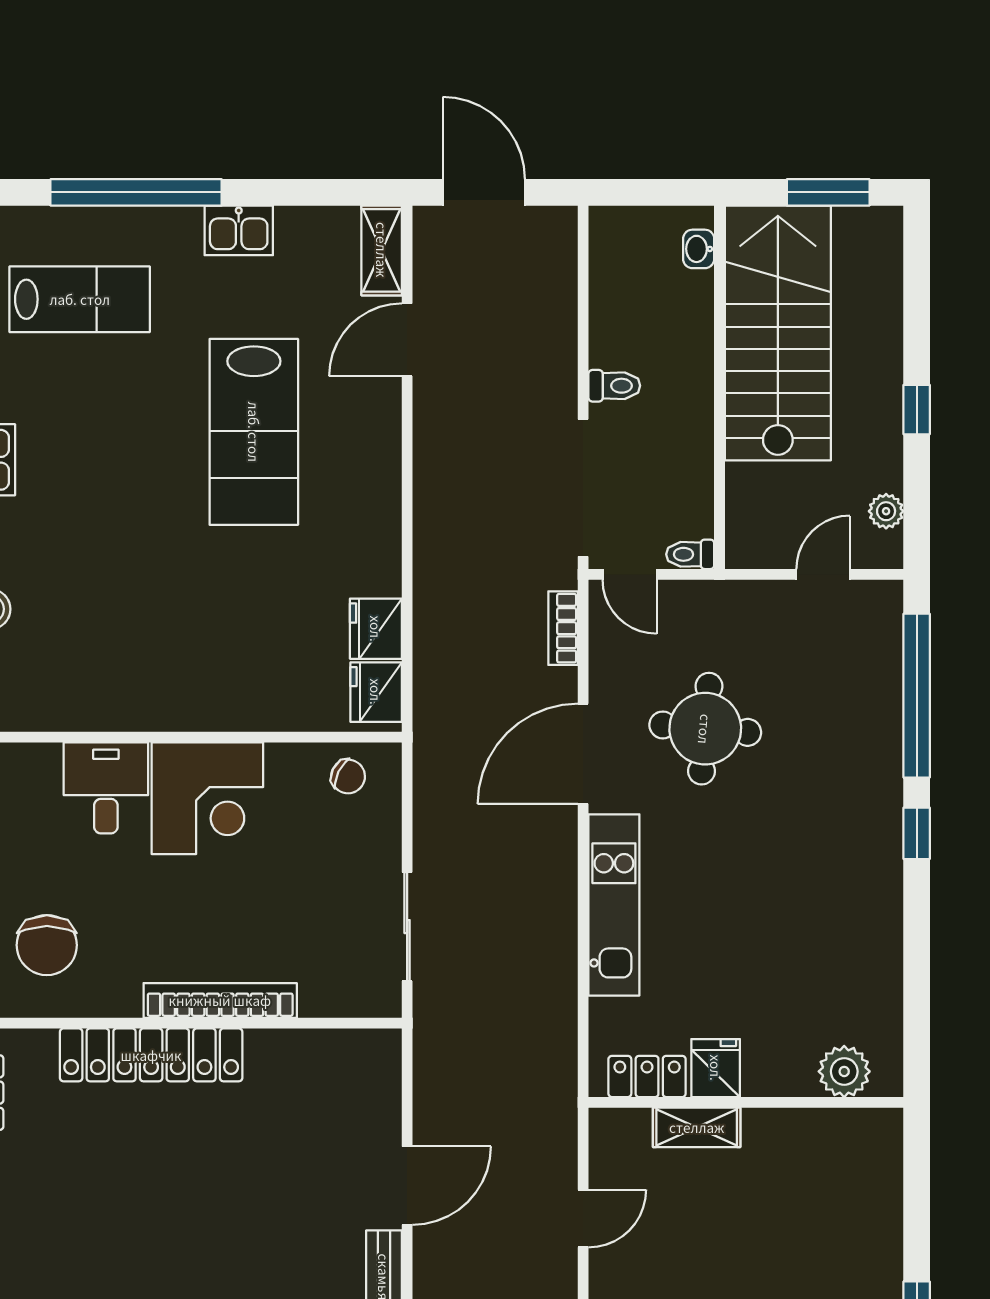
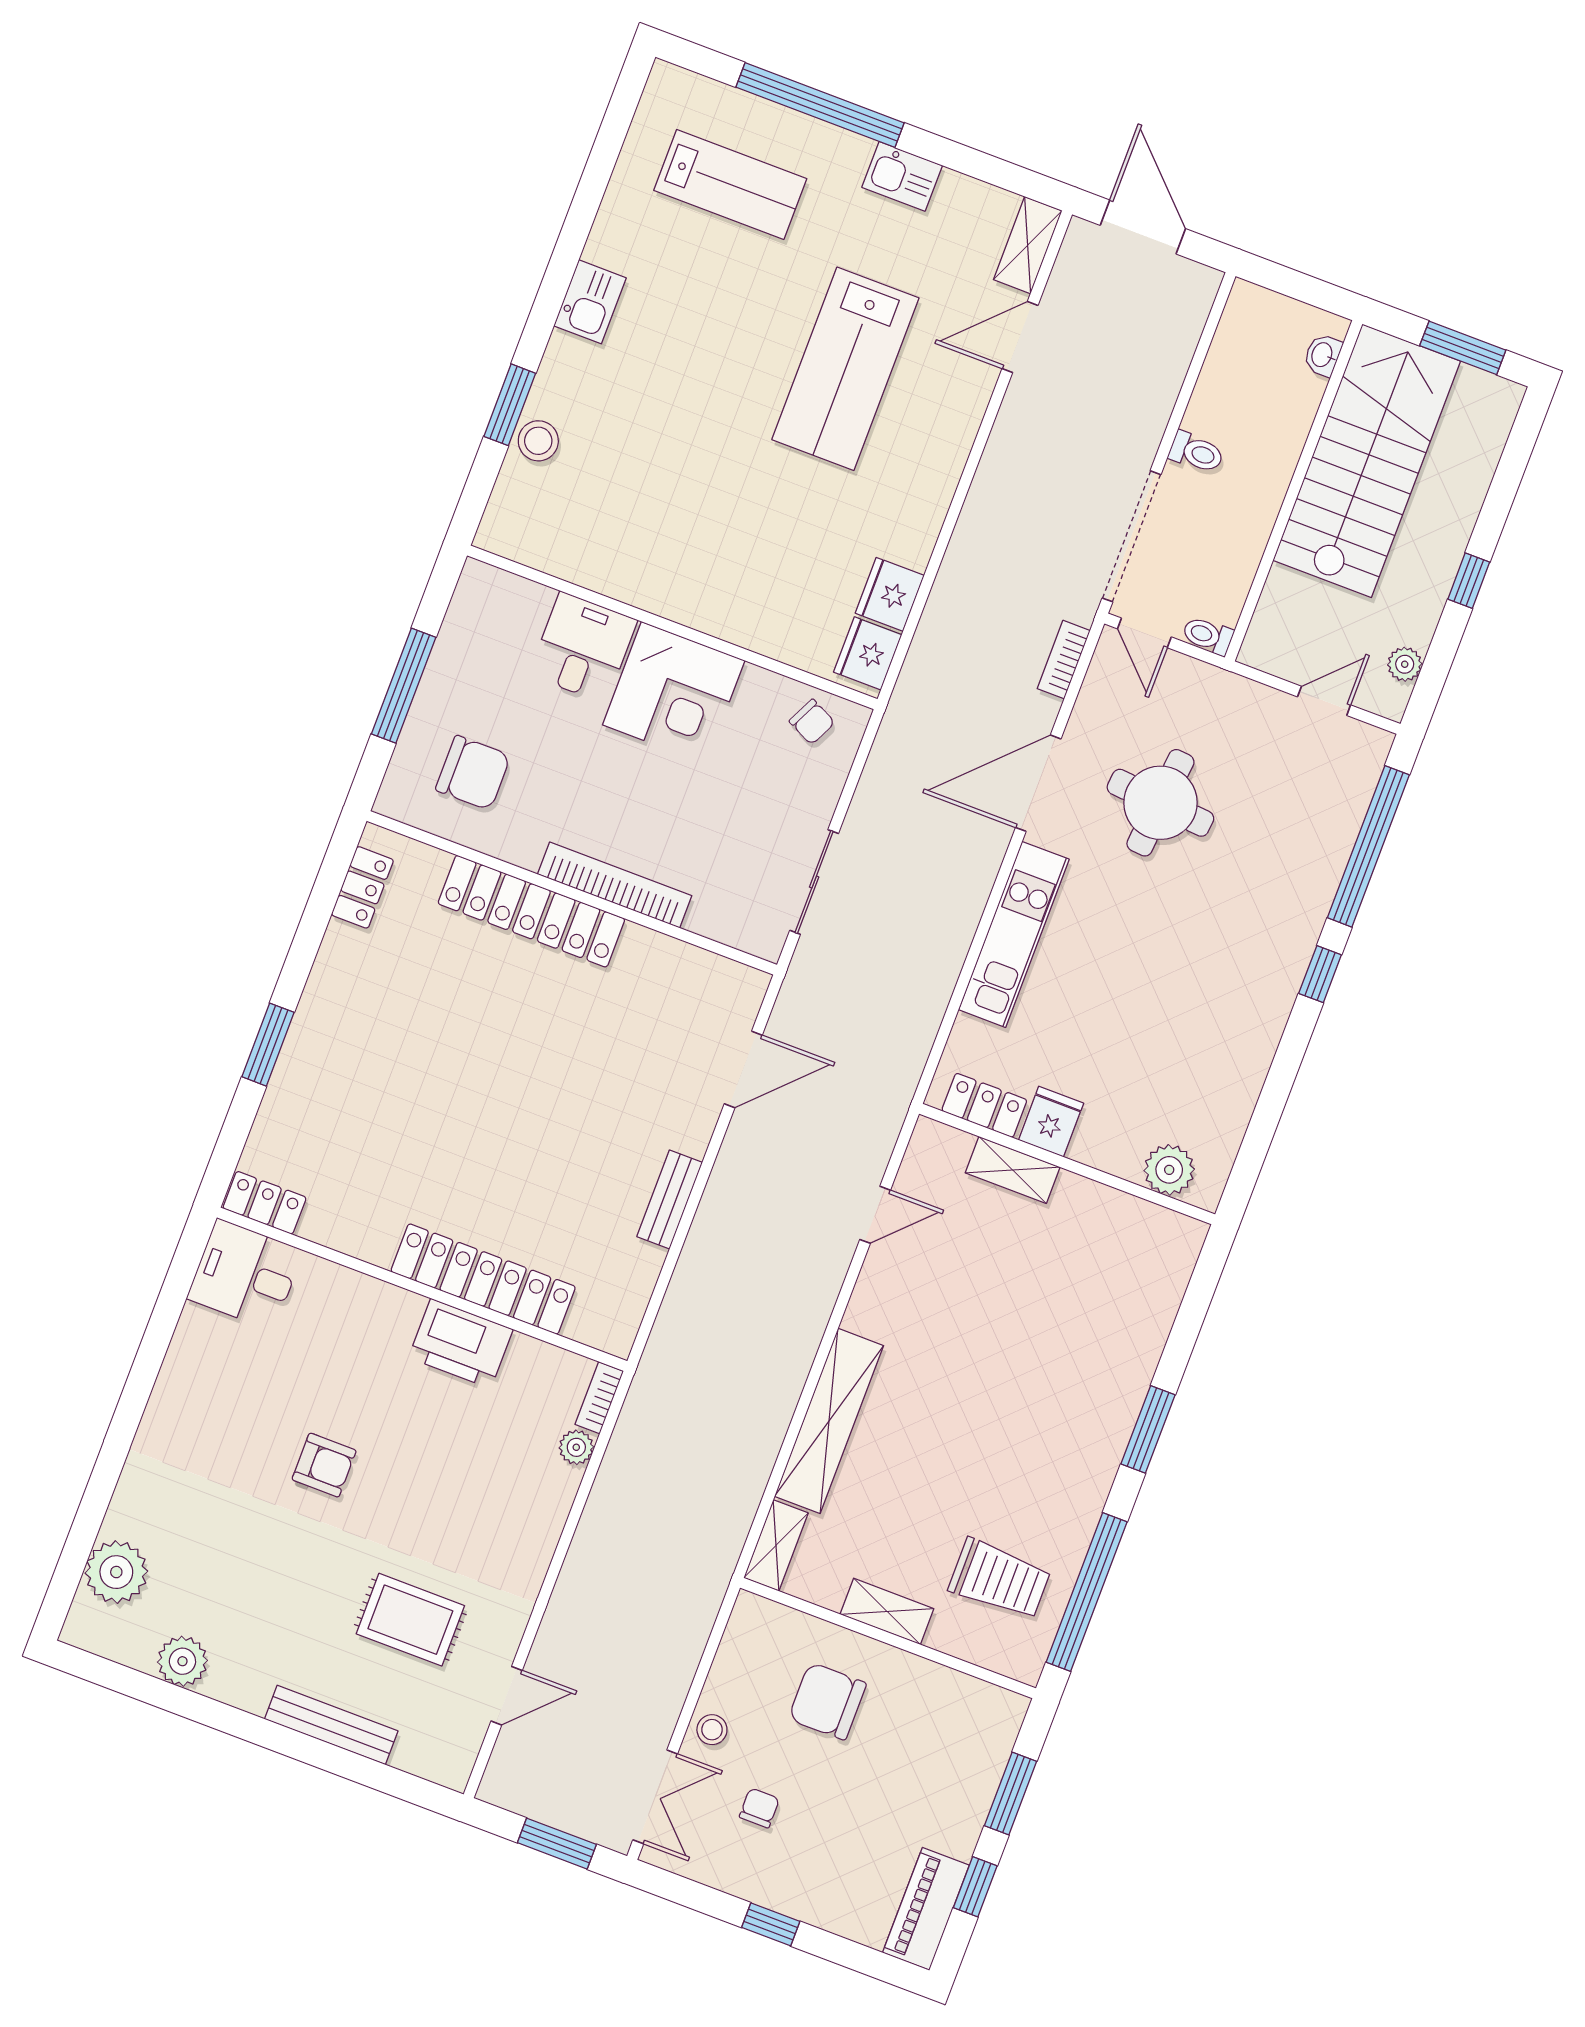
chair: (47, 945) -> (473, 773), turned -90
door: (407, 1186) -> (743, 1069), moved

